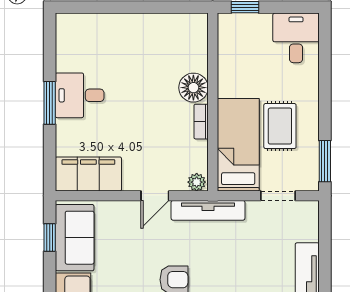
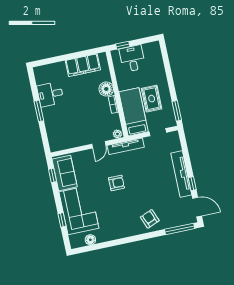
desk: (296, 38) -> (132, 59), moved
desk: (80, 95) -> (50, 94), moved
filing cabinet: (88, 174) -> (83, 65), moved, turned 180

